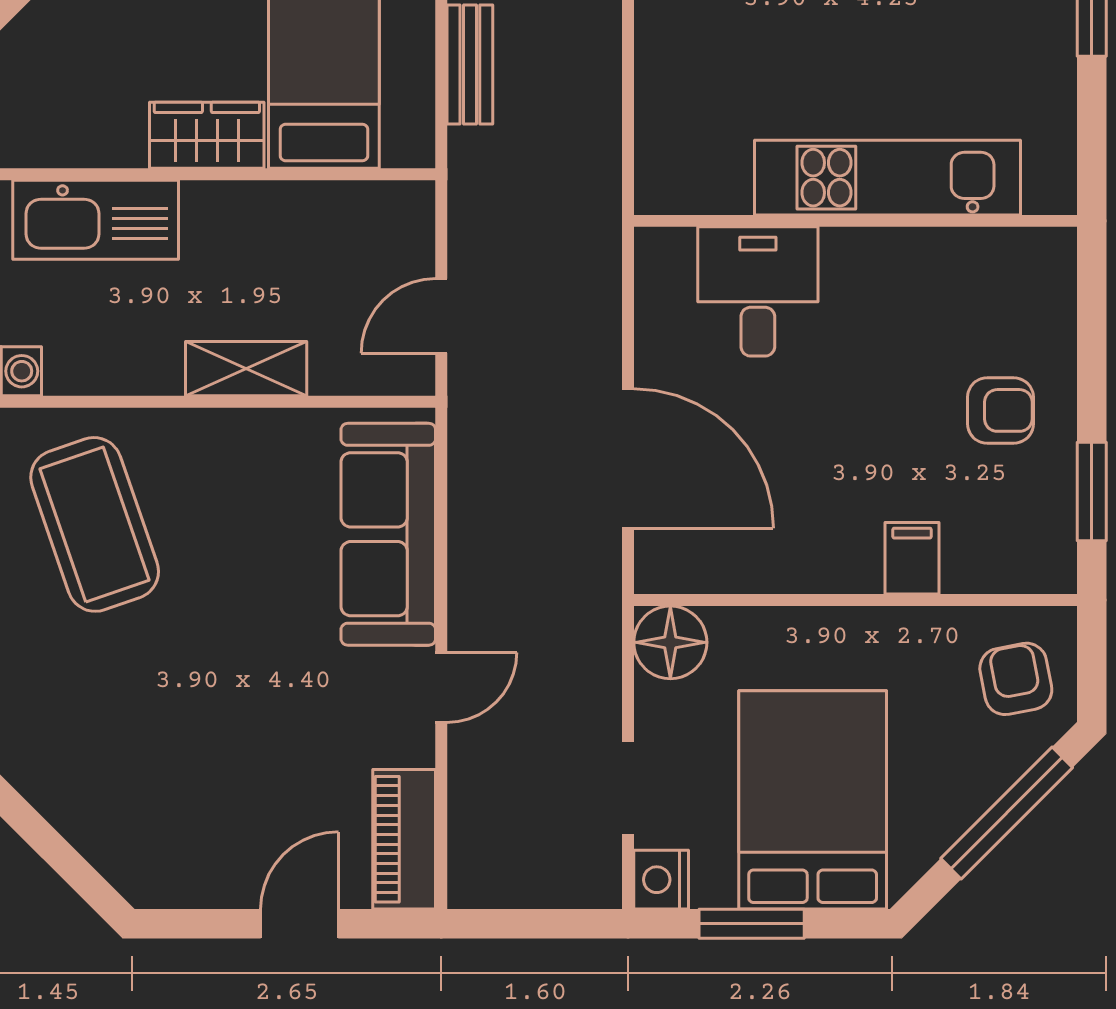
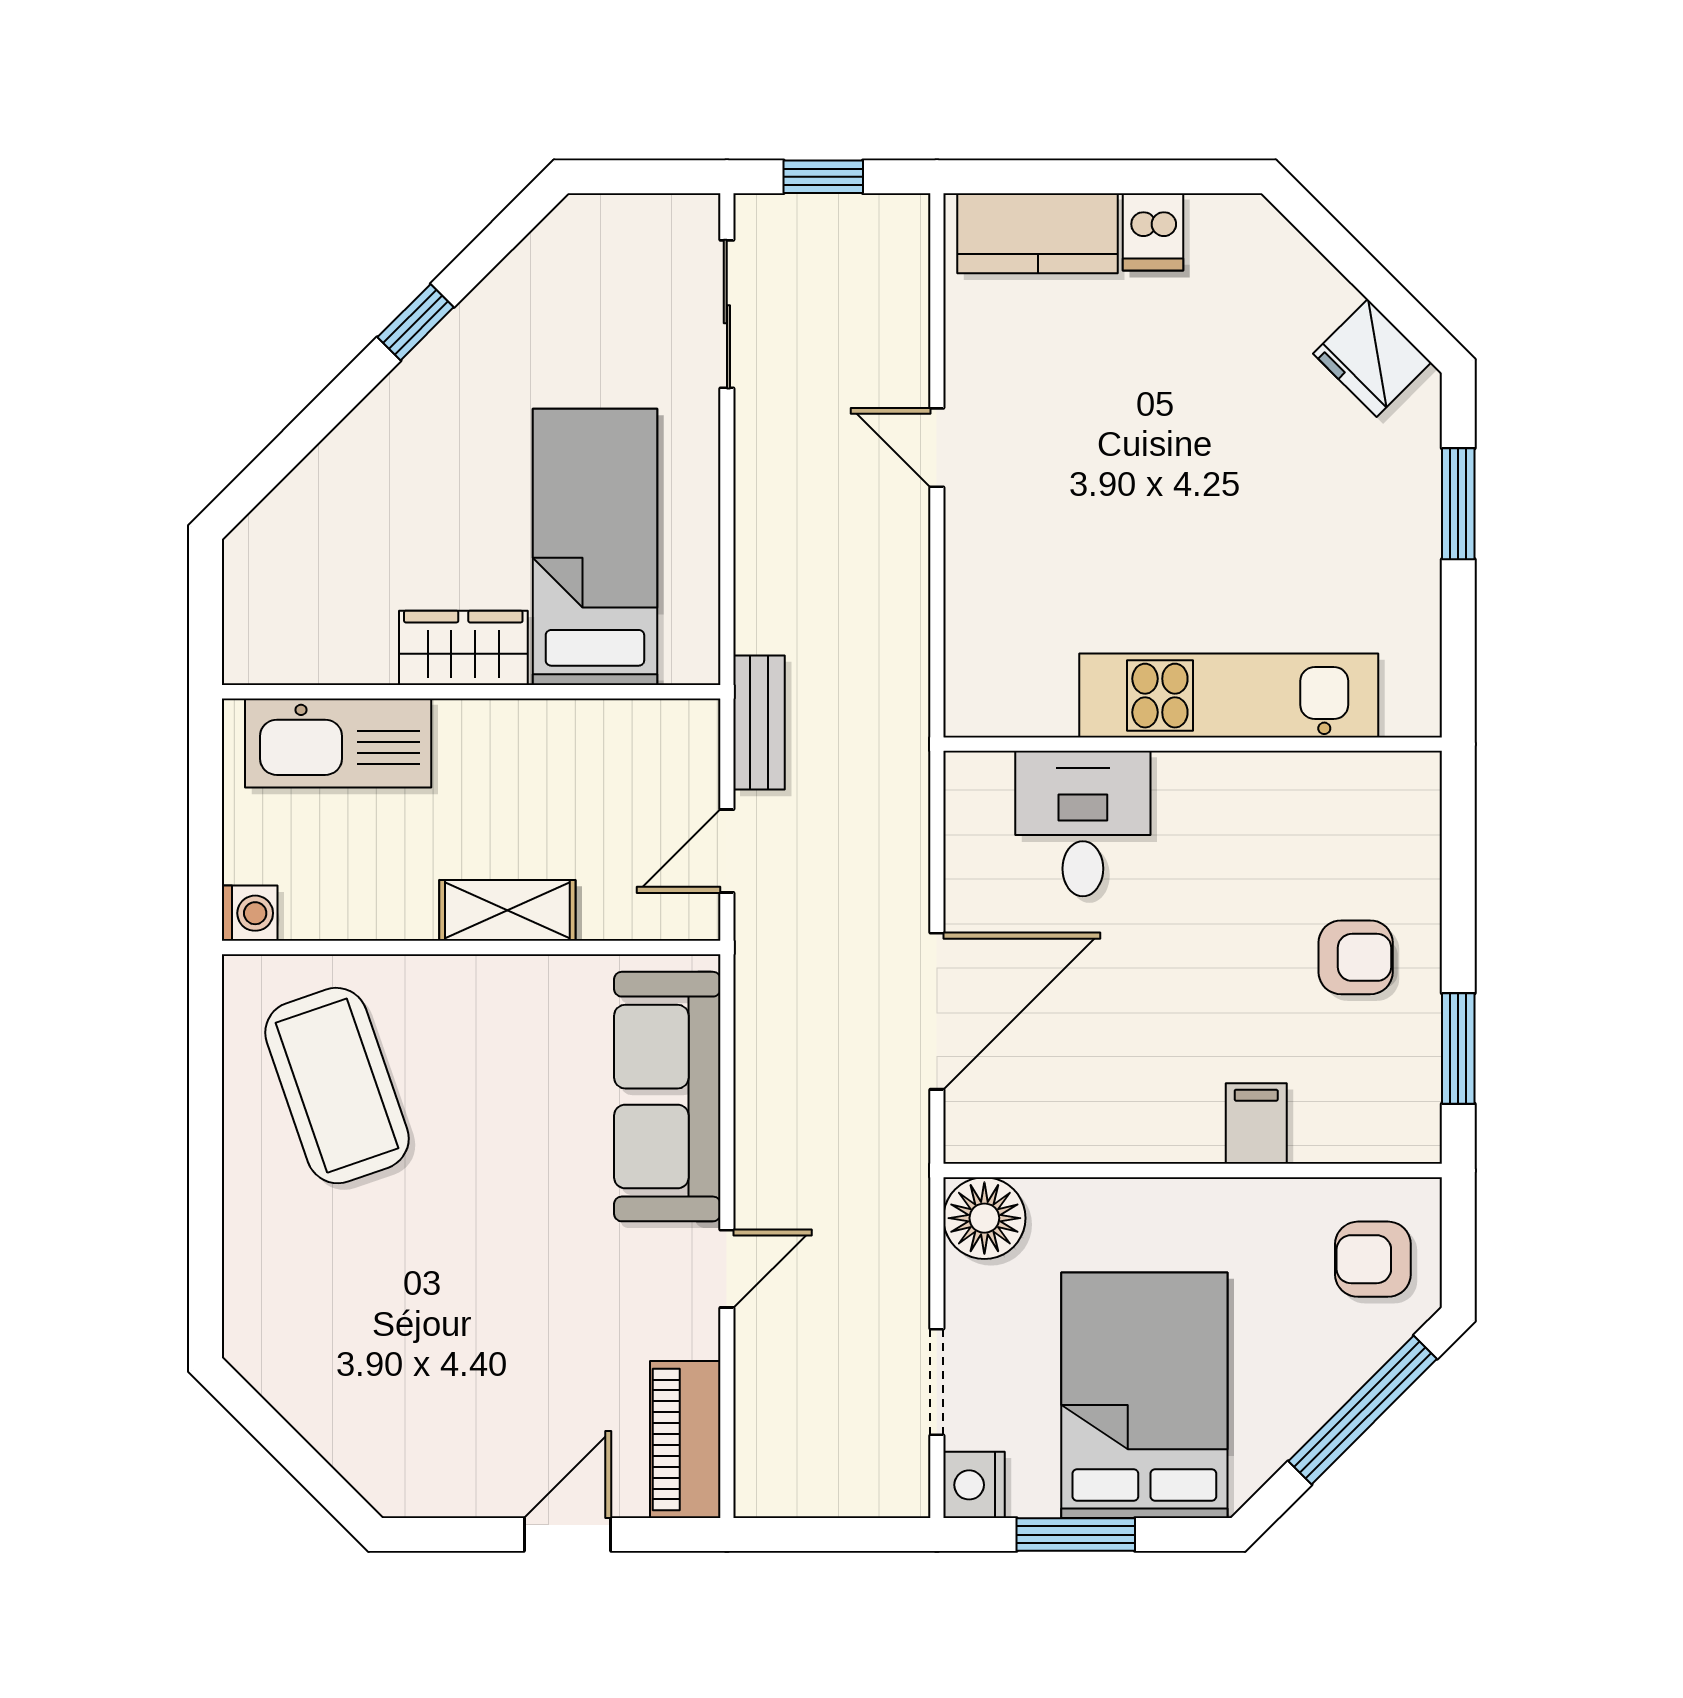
bench: (470, 64) -> (759, 722), moved
door: (628, 458) -> (937, 1011), hinge flipped
armchair: (1016, 679) -> (1373, 1259), turned -79

